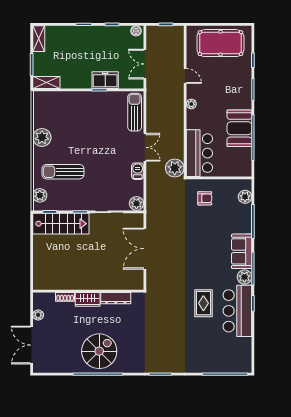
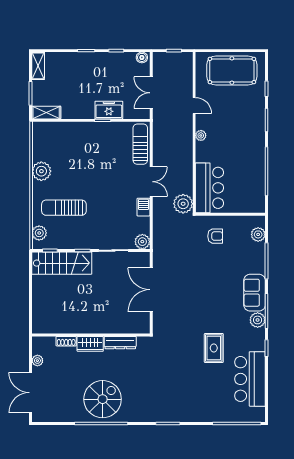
booth: (239, 128) -> (252, 161), removed
bar counter: (237, 311) -> (250, 379), moved

